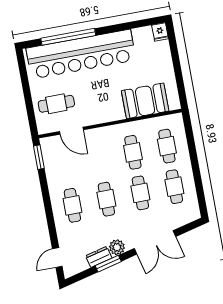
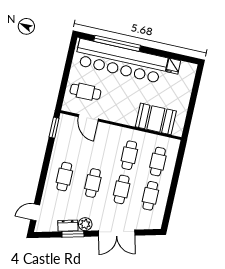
fridge: (160, 32) -> (173, 66), moved

